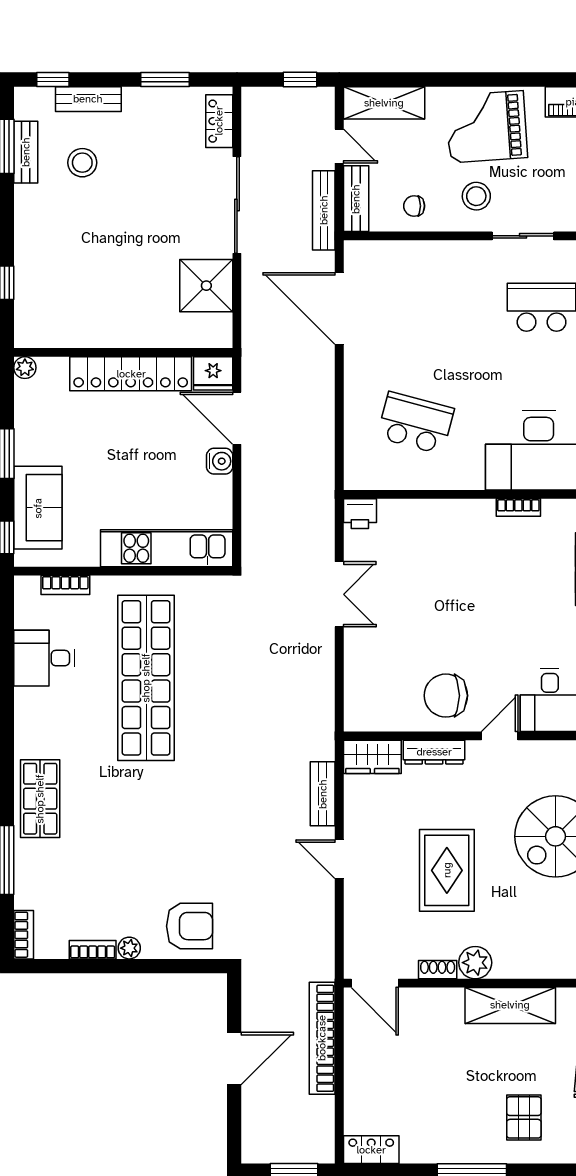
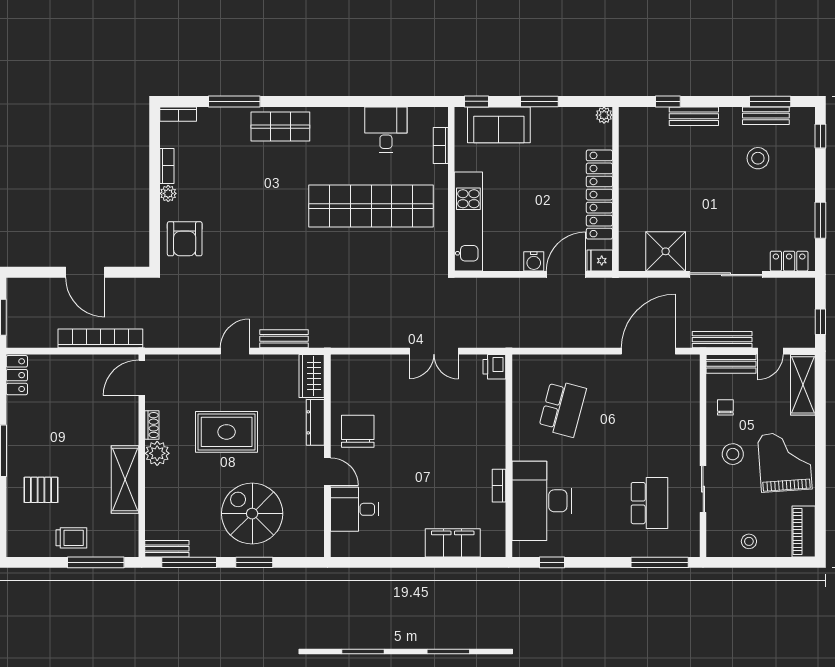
bench: (88, 99) -> (694, 116), moved, turned 90
fridge: (213, 373) -> (600, 261), width x0.72

